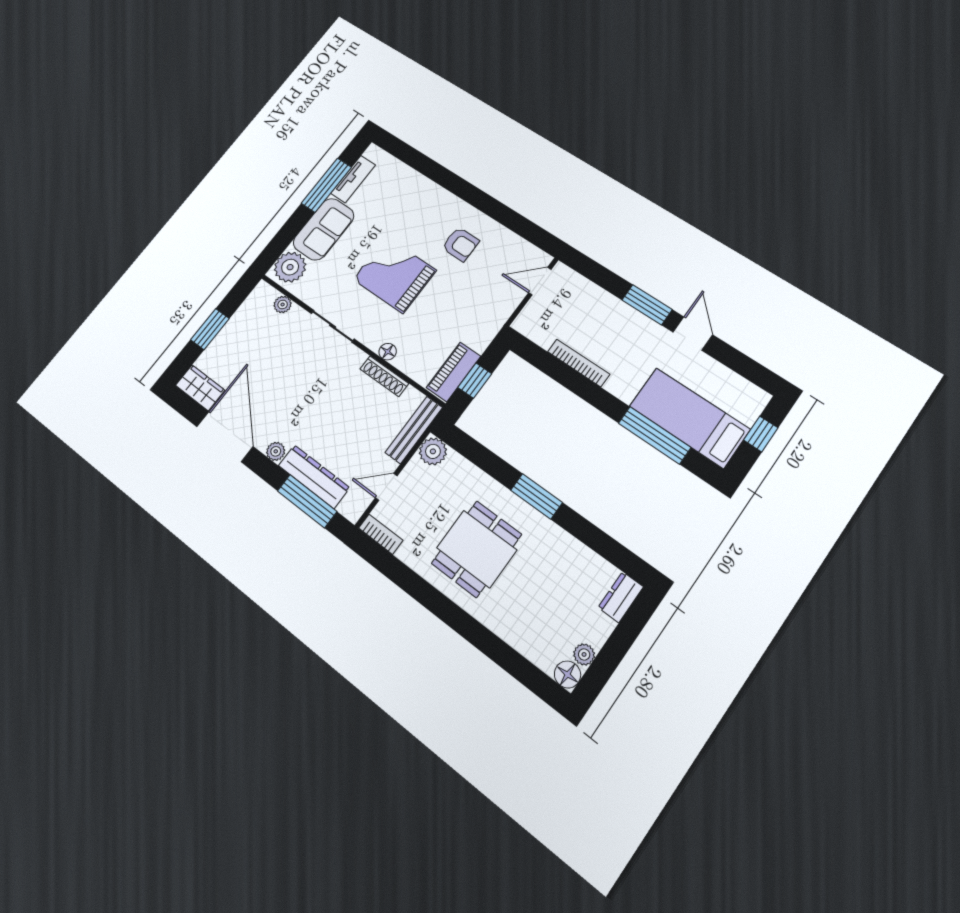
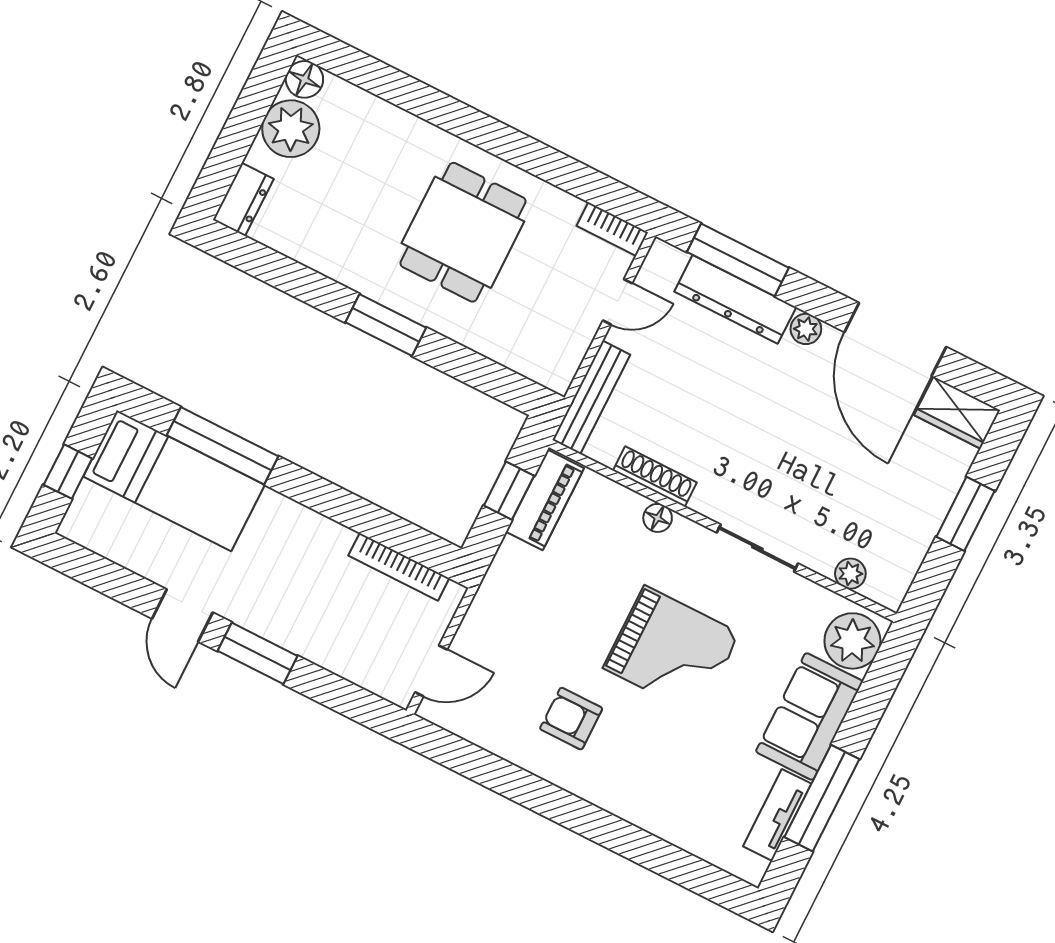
bookcase: (579, 363) -> (399, 567), moved
plant: (433, 451) -> (555, 368), removed
plant: (584, 654) -> (291, 129), width x1.88, depth x1.88

